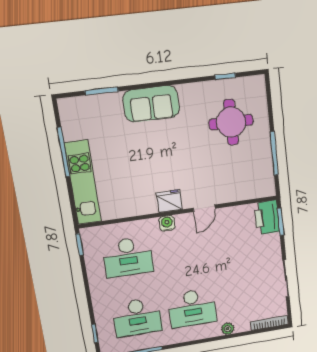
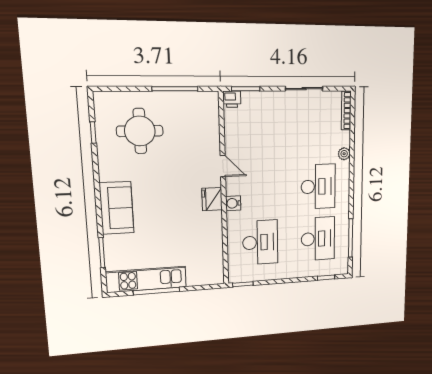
kitchen unit: (83, 182) -> (146, 279), moved
printer: (267, 217) -> (232, 99), width x0.53, depth x0.68

